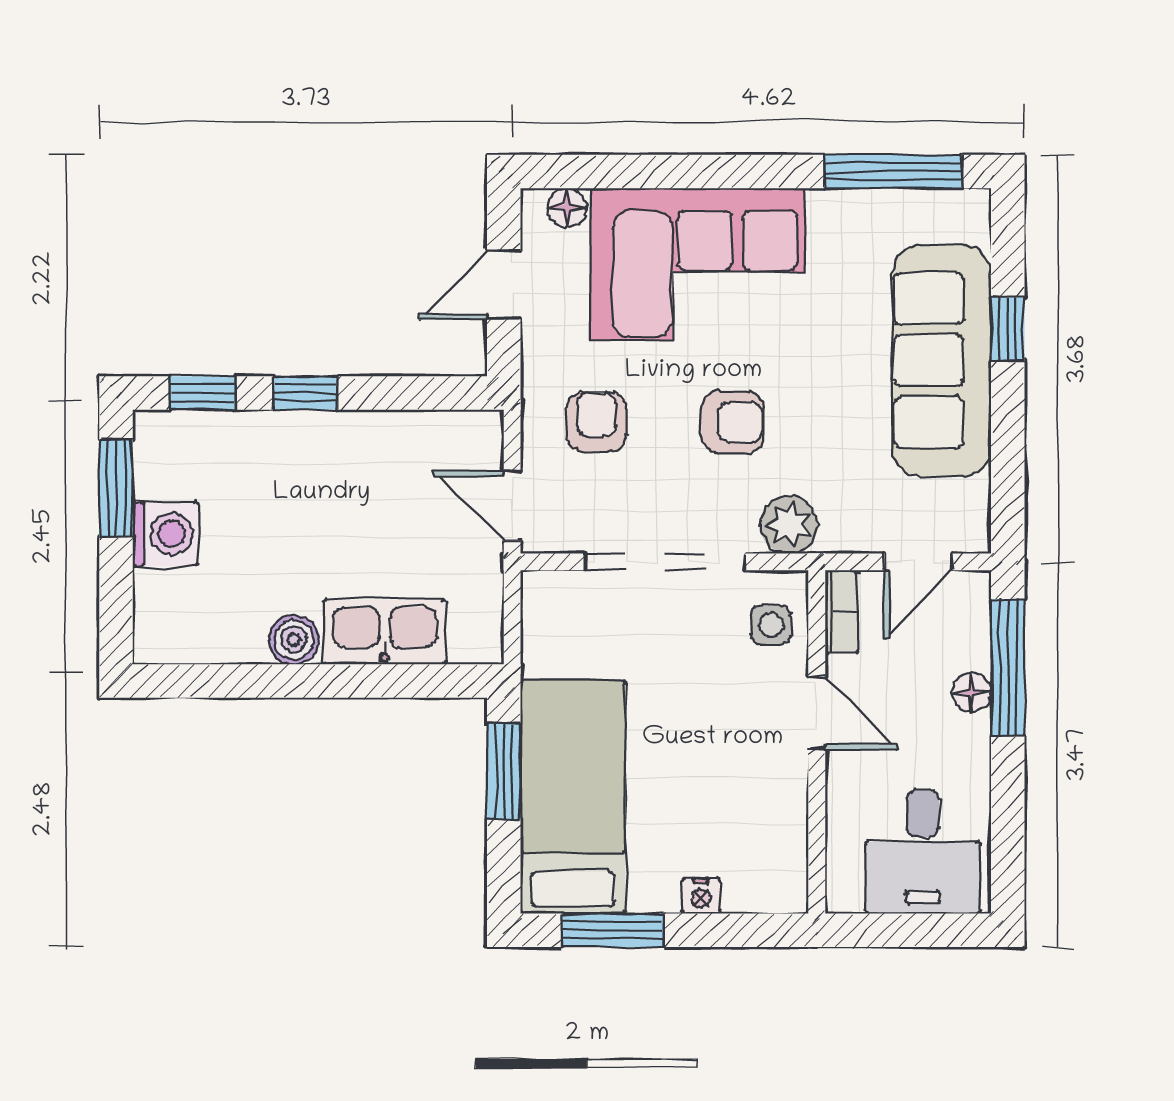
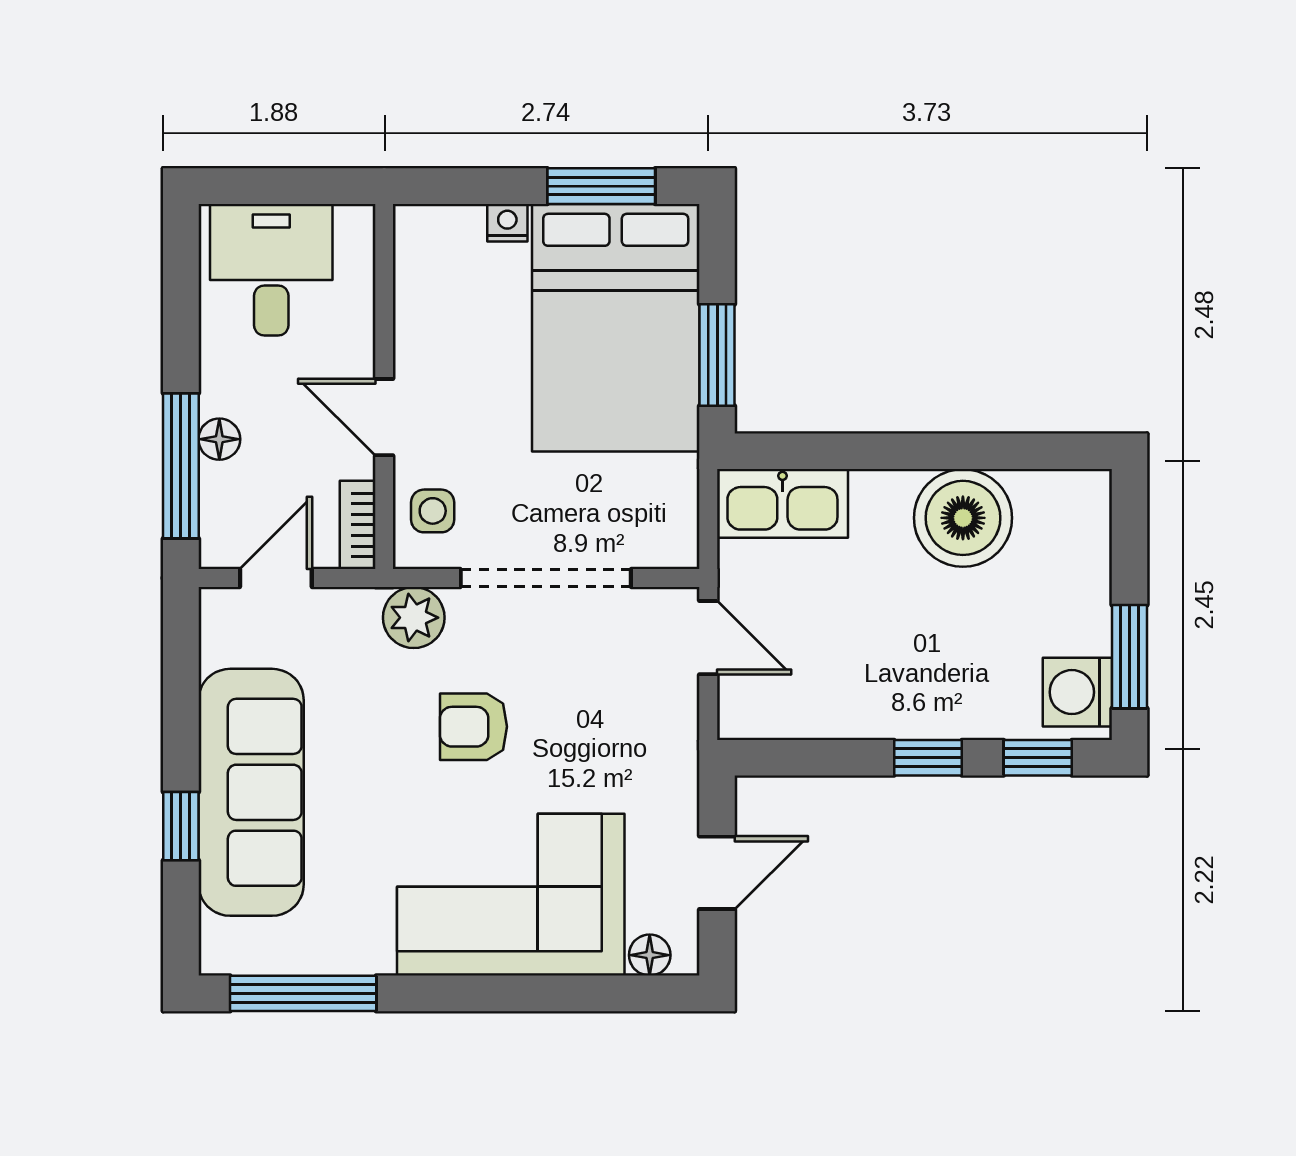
armchair: (596, 422) -> (619, 727), removed
washing machine: (165, 534) -> (1077, 692), moved
kitchen sink: (385, 632) -> (782, 503), moved
boiler: (294, 640) -> (963, 518), width x1.86, depth x1.86
bed: (573, 797) -> (616, 328), width x1.50

